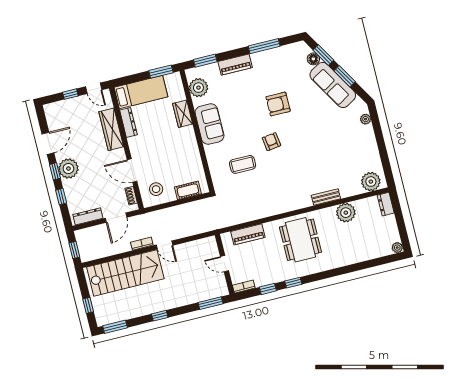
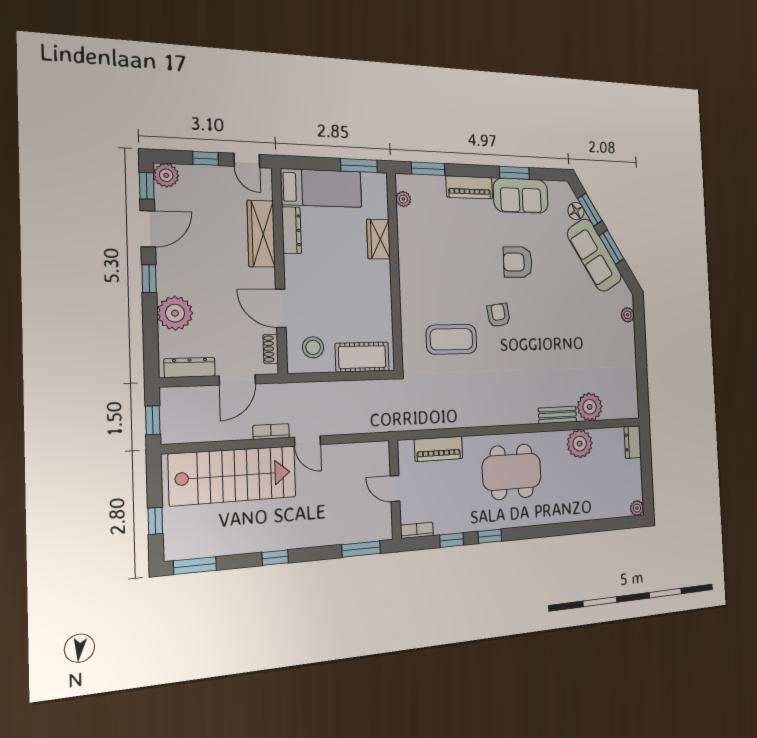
window: (264, 46) -> (514, 173), width x0.69
plant: (198, 88) -> (403, 199), width x0.53, depth x0.53
plant: (51, 110) -> (166, 175), added
sofa: (210, 124) -> (521, 196), moved, turned 90
coffee table: (243, 164) -> (451, 339), width x1.36, depth x1.32
plant: (68, 169) -> (175, 313), moved
plant: (371, 182) -> (590, 407), moved
cot: (188, 190) -> (362, 357), width x1.37, depth x1.34
window: (61, 197) -> (147, 186), moved
dining table: (300, 240) -> (512, 472), turned 90

